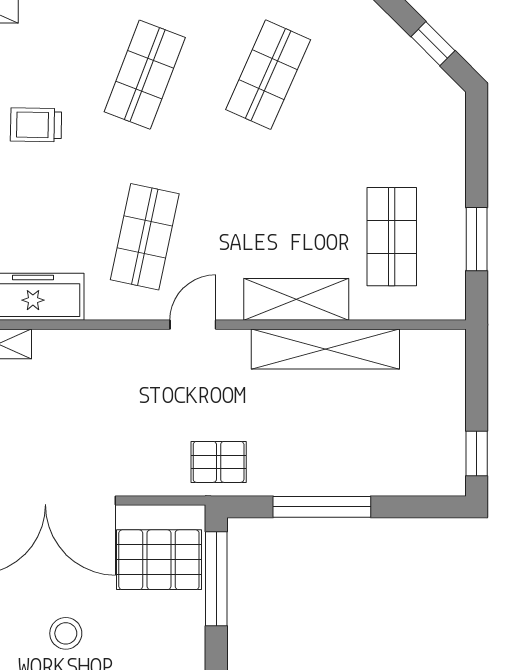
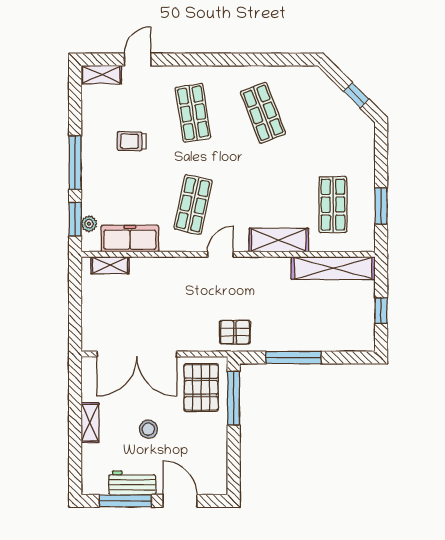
shop shelf: (145, 75) -> (193, 113), turned -30
shop shelf: (268, 75) -> (263, 113), turned -45
shelving: (325, 349) -> (333, 268), moved
window: (477, 454) -> (381, 311), moved
pallet: (159, 560) -> (201, 387), turned 90

